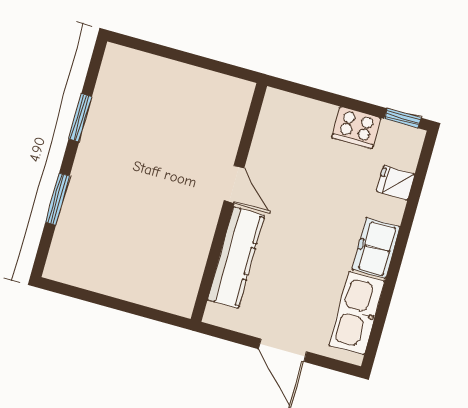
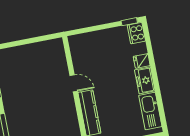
cooker: (356, 128) -> (136, 33), moved, turned 90
fridge: (396, 183) -> (142, 61), moved

